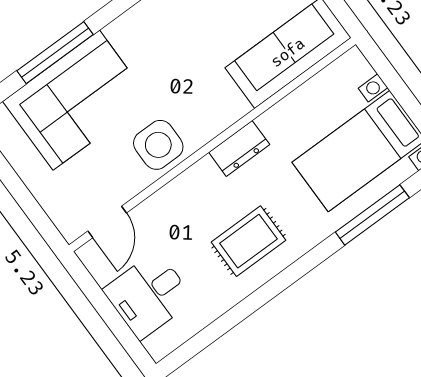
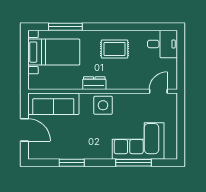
side table: (158, 145) -> (103, 105), moved
desk: (149, 295) -> (162, 44), moved

